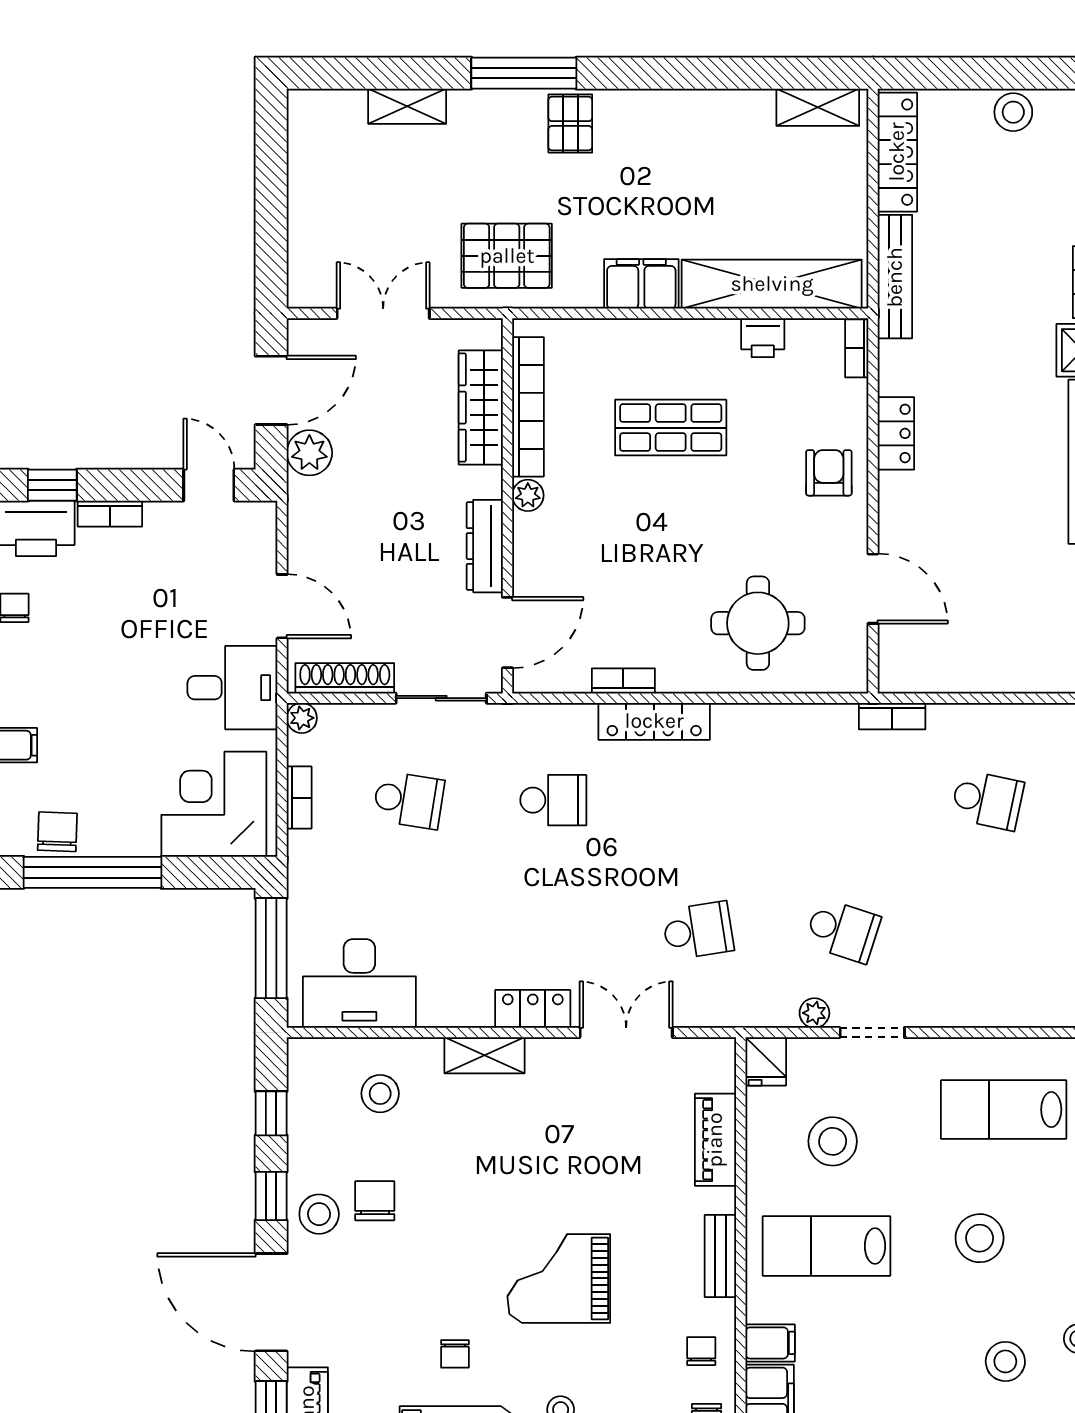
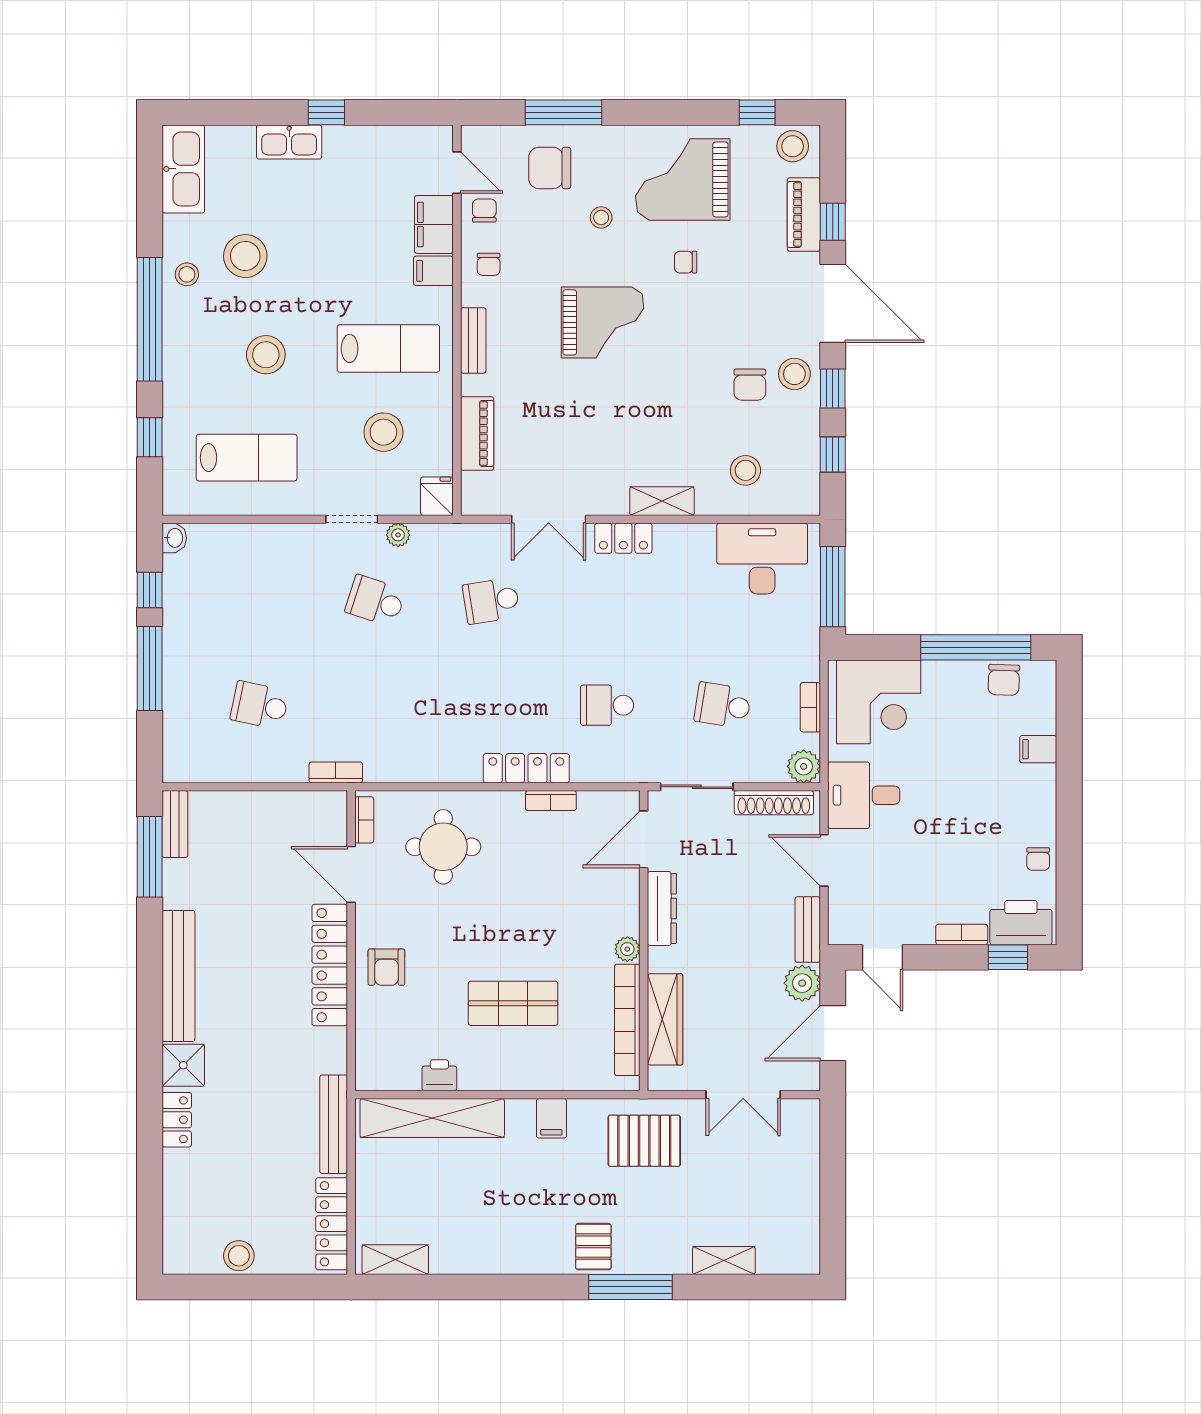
filing cabinet: (641, 284) -> (551, 1118), width x0.50
bookcase: (857, 348) -> (364, 820), moved
locker: (896, 433) -> (330, 965), width x2.16, depth x1.21
bench: (302, 520) -> (808, 930), added
plant: (302, 718) -> (804, 766), width x1.38, depth x1.38
chair: (455, 1354) -> (686, 262), turned -90
stool: (1005, 1361) -> (245, 256), width x1.38, depth x1.38

